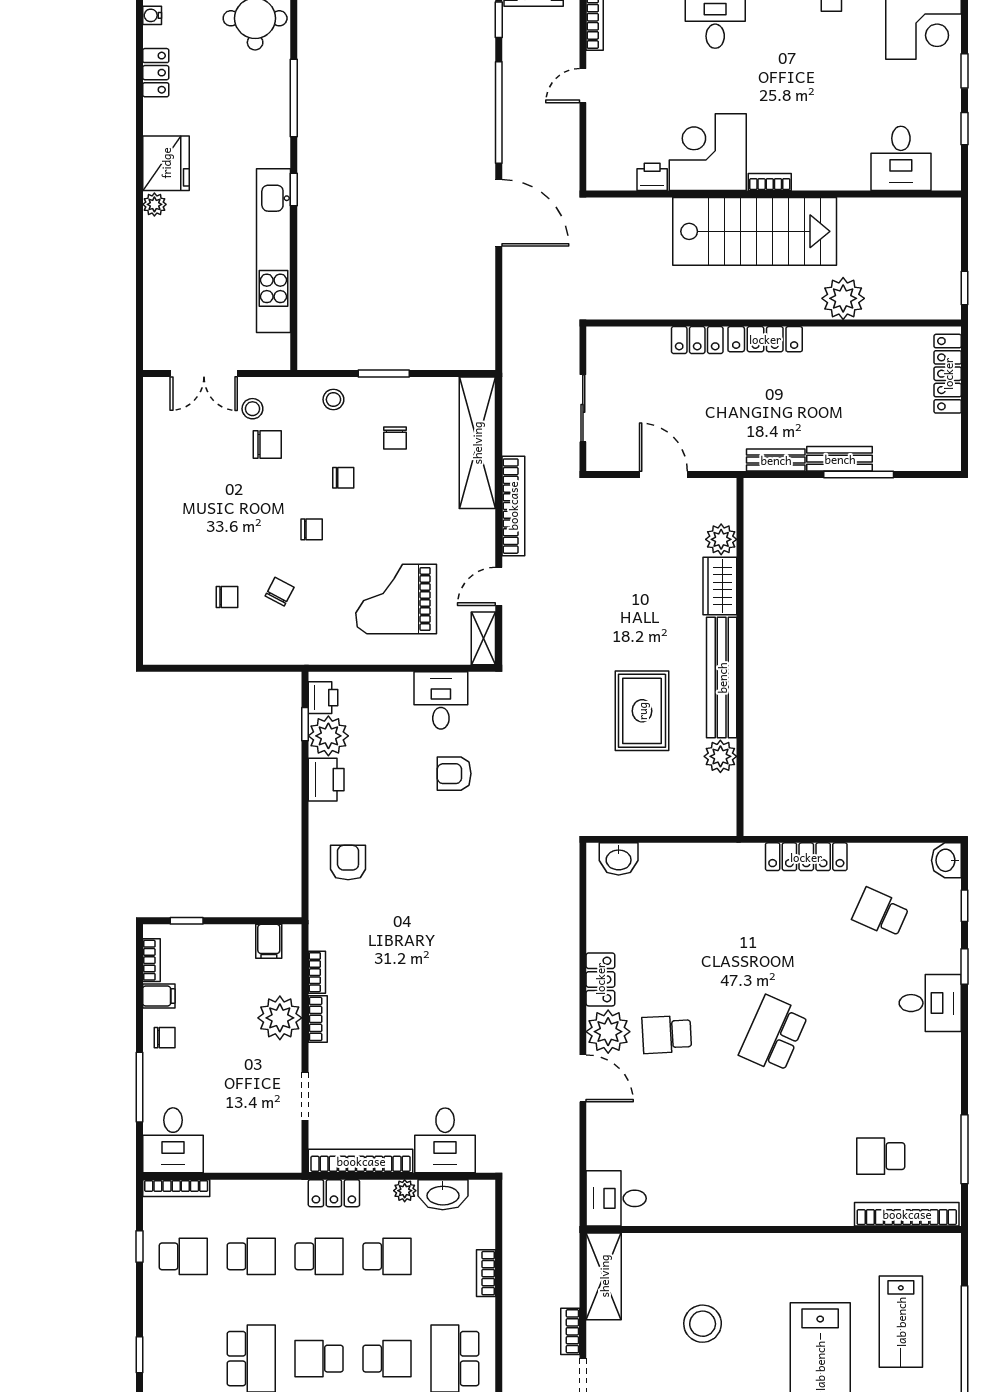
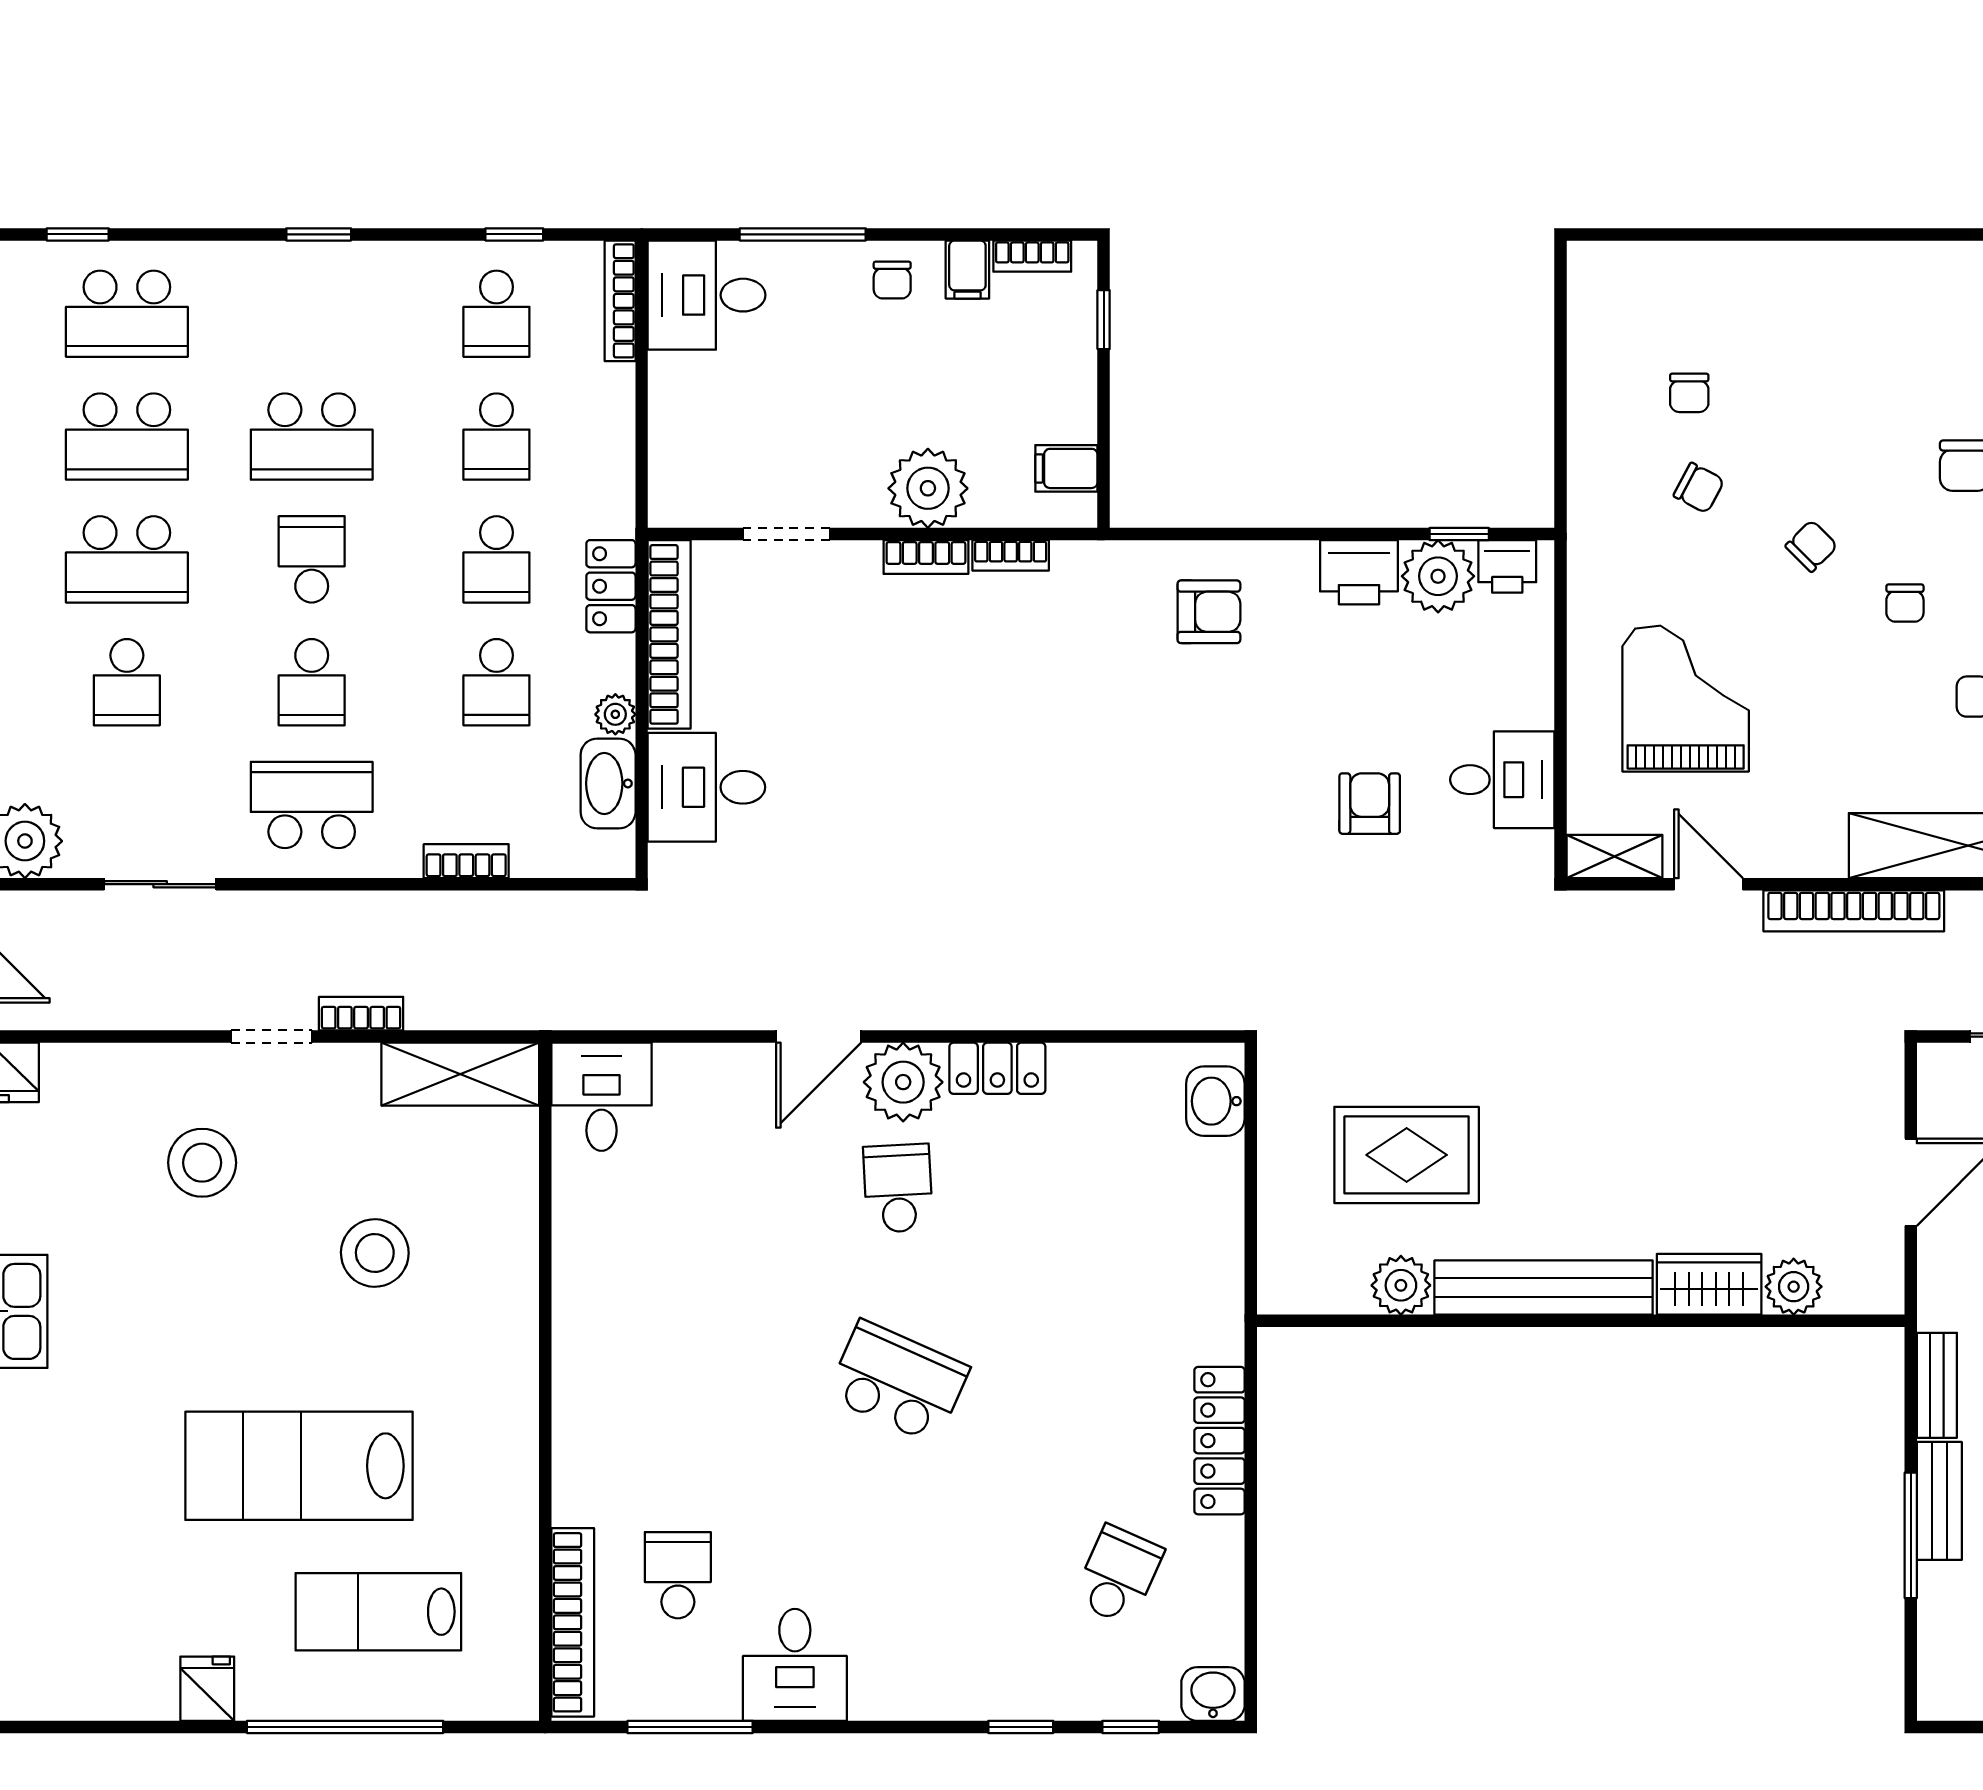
chair: (312, 529) -> (1811, 546), turned -135
rug: (642, 711) -> (1407, 1155), moved
desk: (930, 1003) -> (795, 1665), moved

